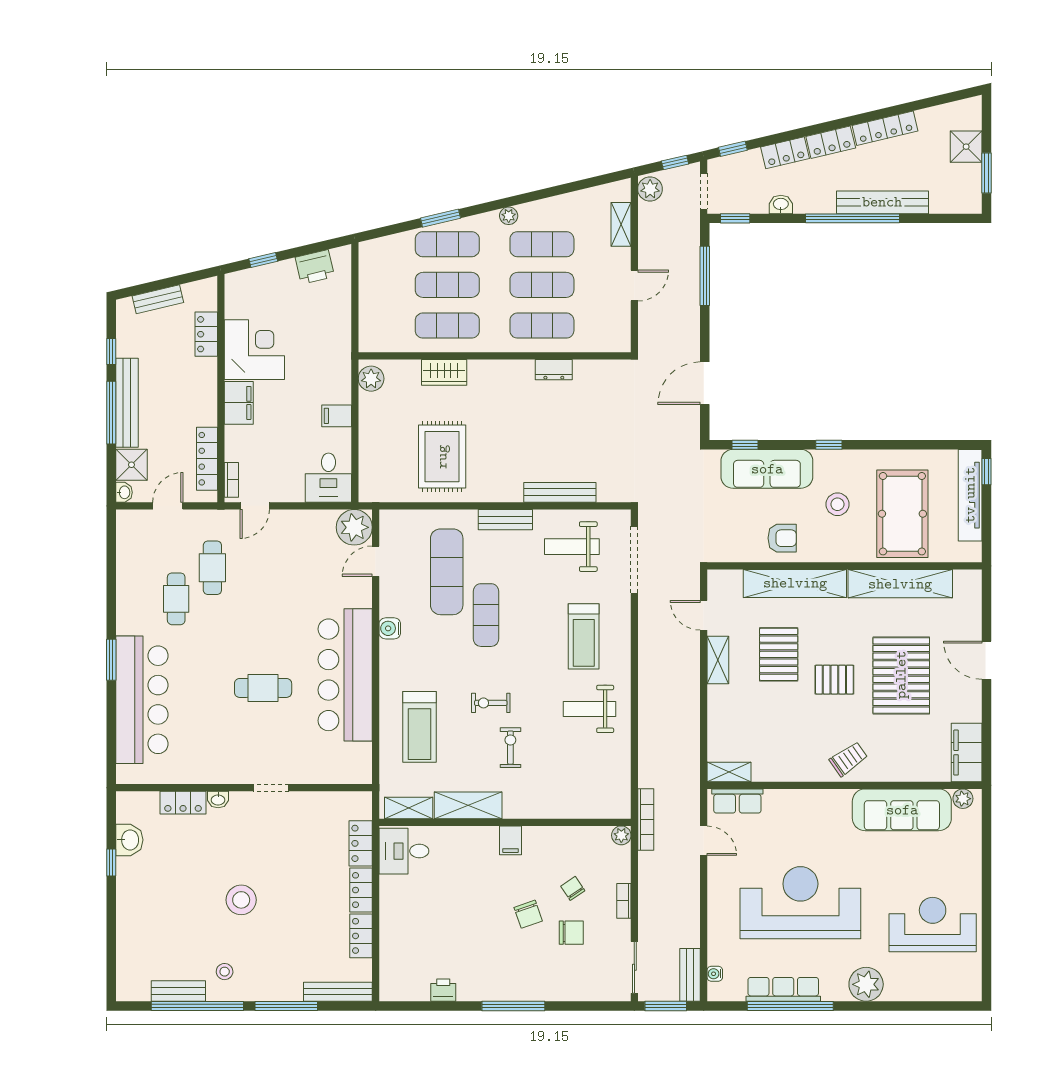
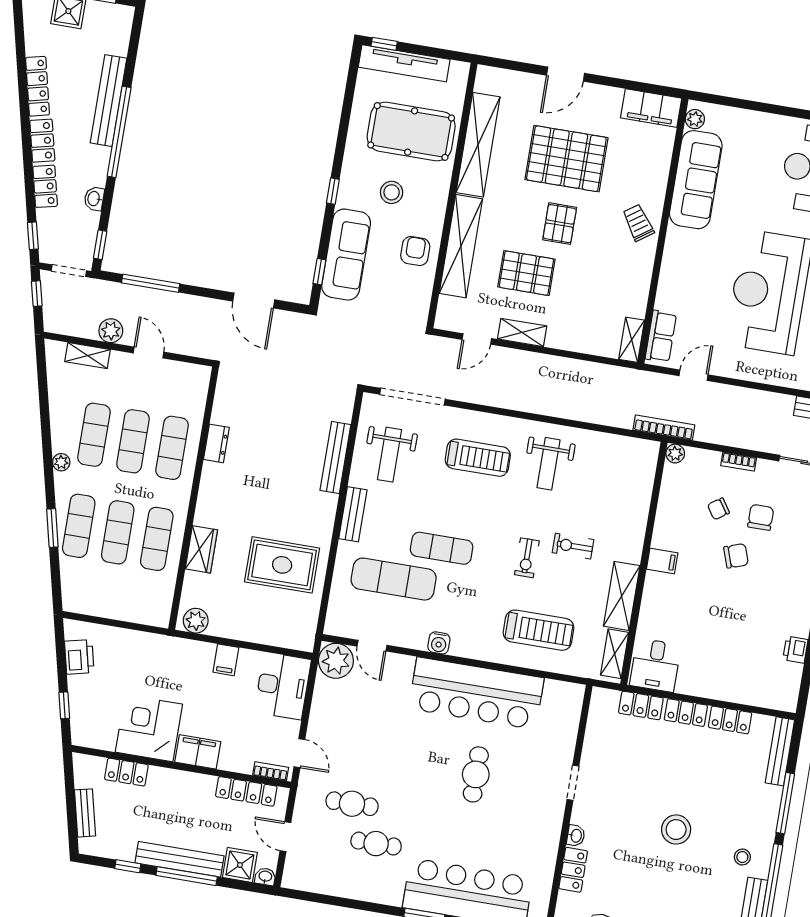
plant: (650, 189) -> (111, 331), moved
desk: (328, 478) -> (283, 686), width x1.37

